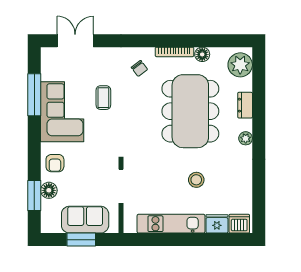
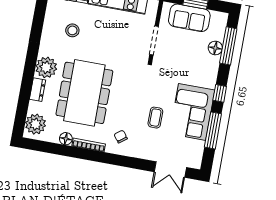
plant: (246, 138) -> (46, 67), width x1.88, depth x1.88
window: (34, 139) -> (220, 93), added
armchair: (55, 163) -> (206, 70), removed
stool: (196, 180) -> (72, 30), moved
window: (34, 195) -> (228, 46), width x1.44

